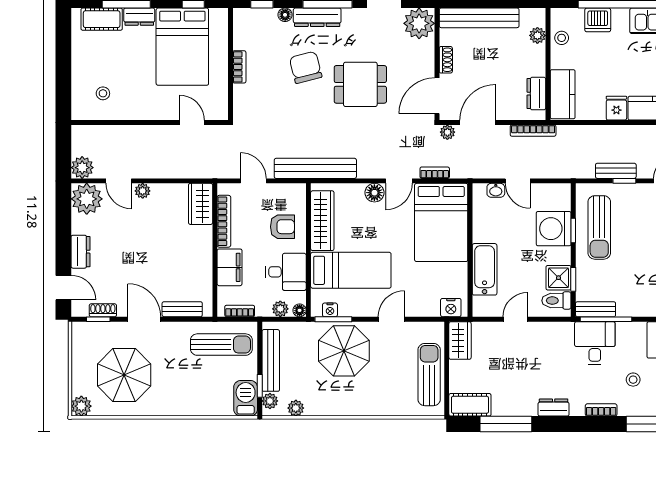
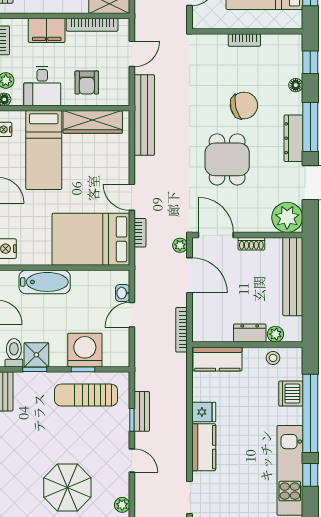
dresser: (317, 17) -> (293, 138), moved
dresser: (536, 94) -> (250, 333), moved
floor lamp: (374, 193) -> (120, 173), removed

